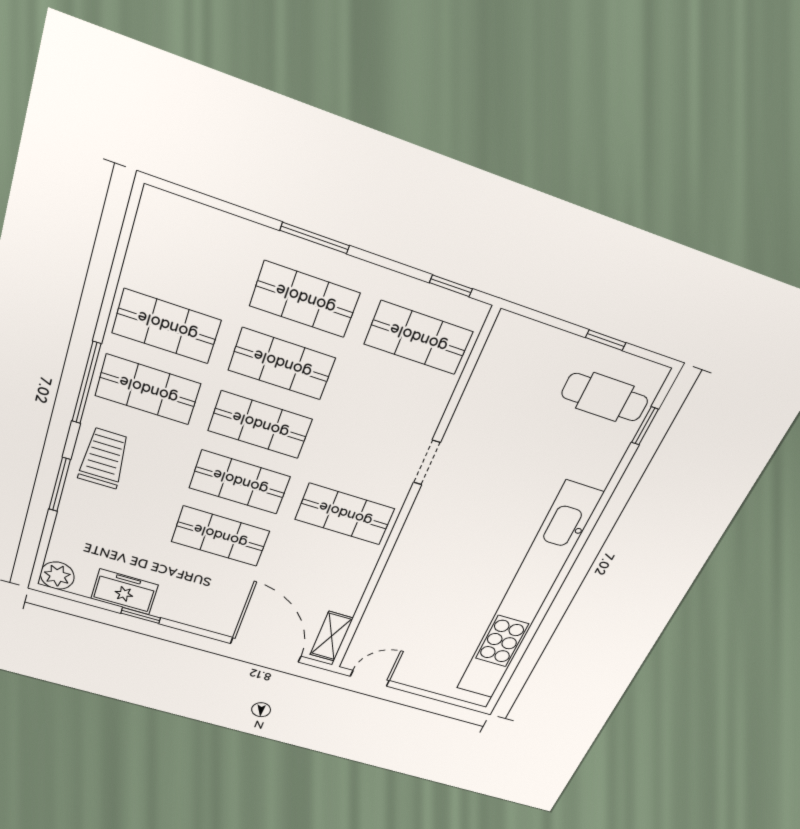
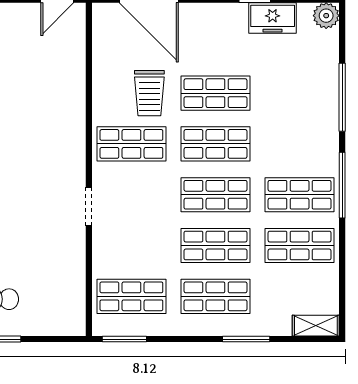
window: (315, 238) -> (246, 339), moved
window: (451, 286) -> (124, 339), width x1.50
trolley: (104, 458) -> (149, 93), moved
window: (60, 484) -> (342, 97), width x1.44
shelving: (331, 636) -> (316, 326), moved, turned 90

